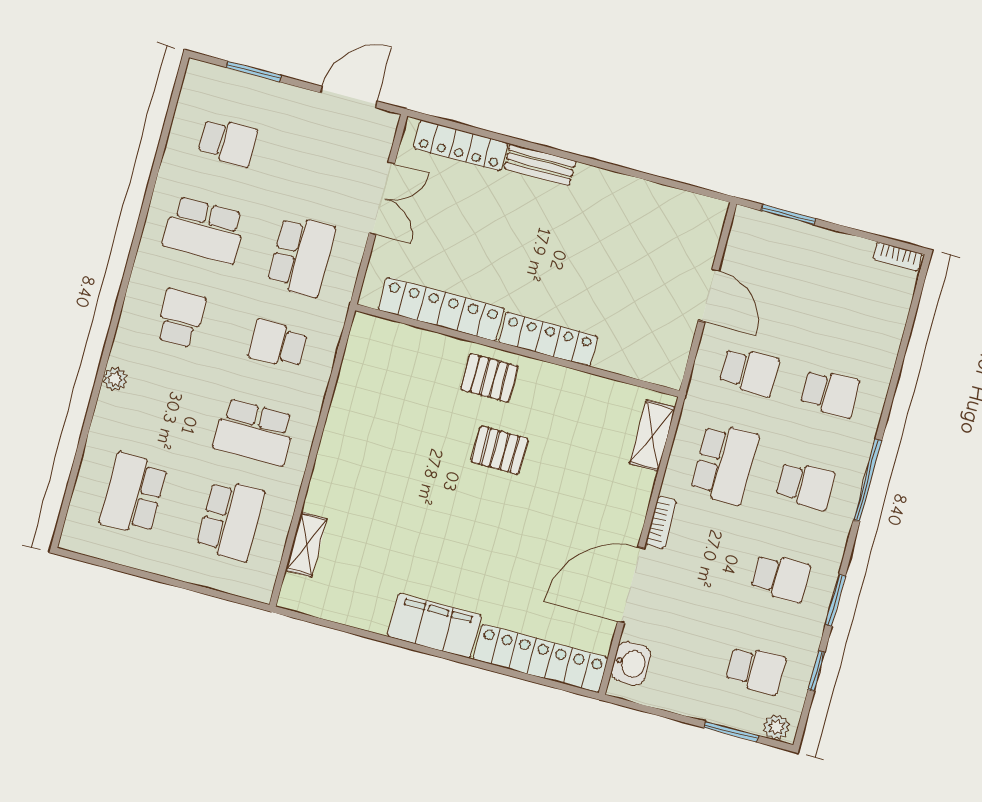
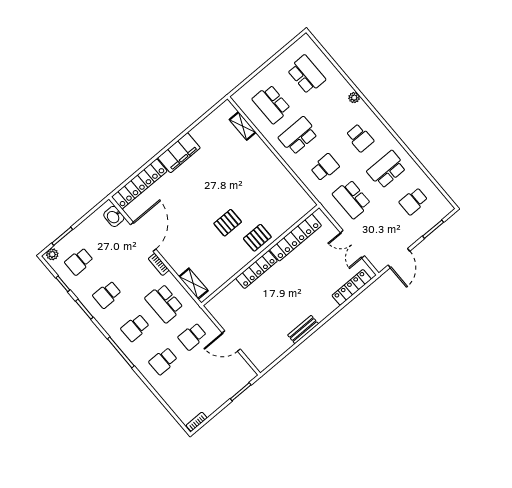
bench: (540, 165) -> (303, 329), moved

